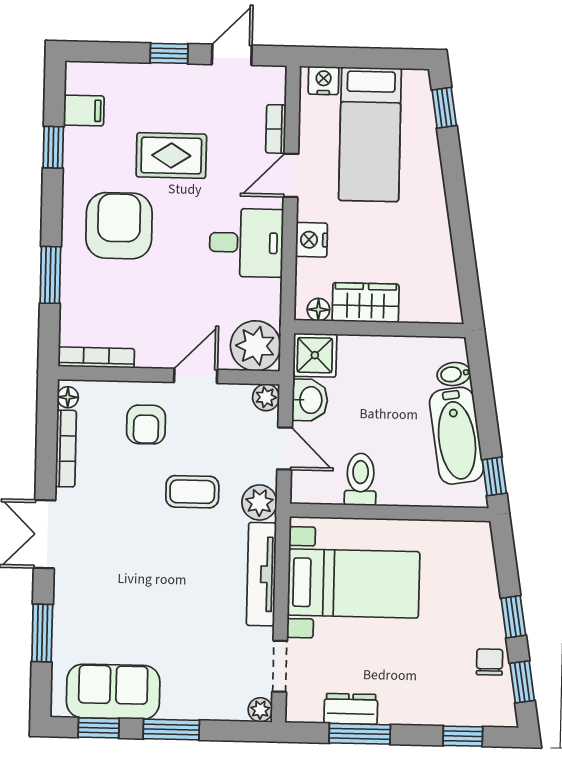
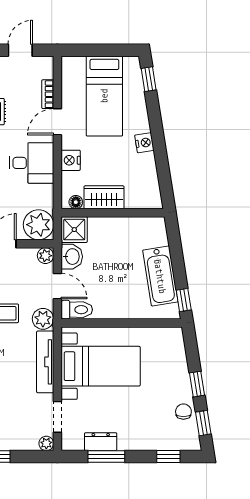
nightstand: (324, 80) -> (144, 143), moved, turned 81
bidet: (454, 374) -> (158, 239), removed
toilet: (360, 479) -> (77, 310), moved, turned 90

